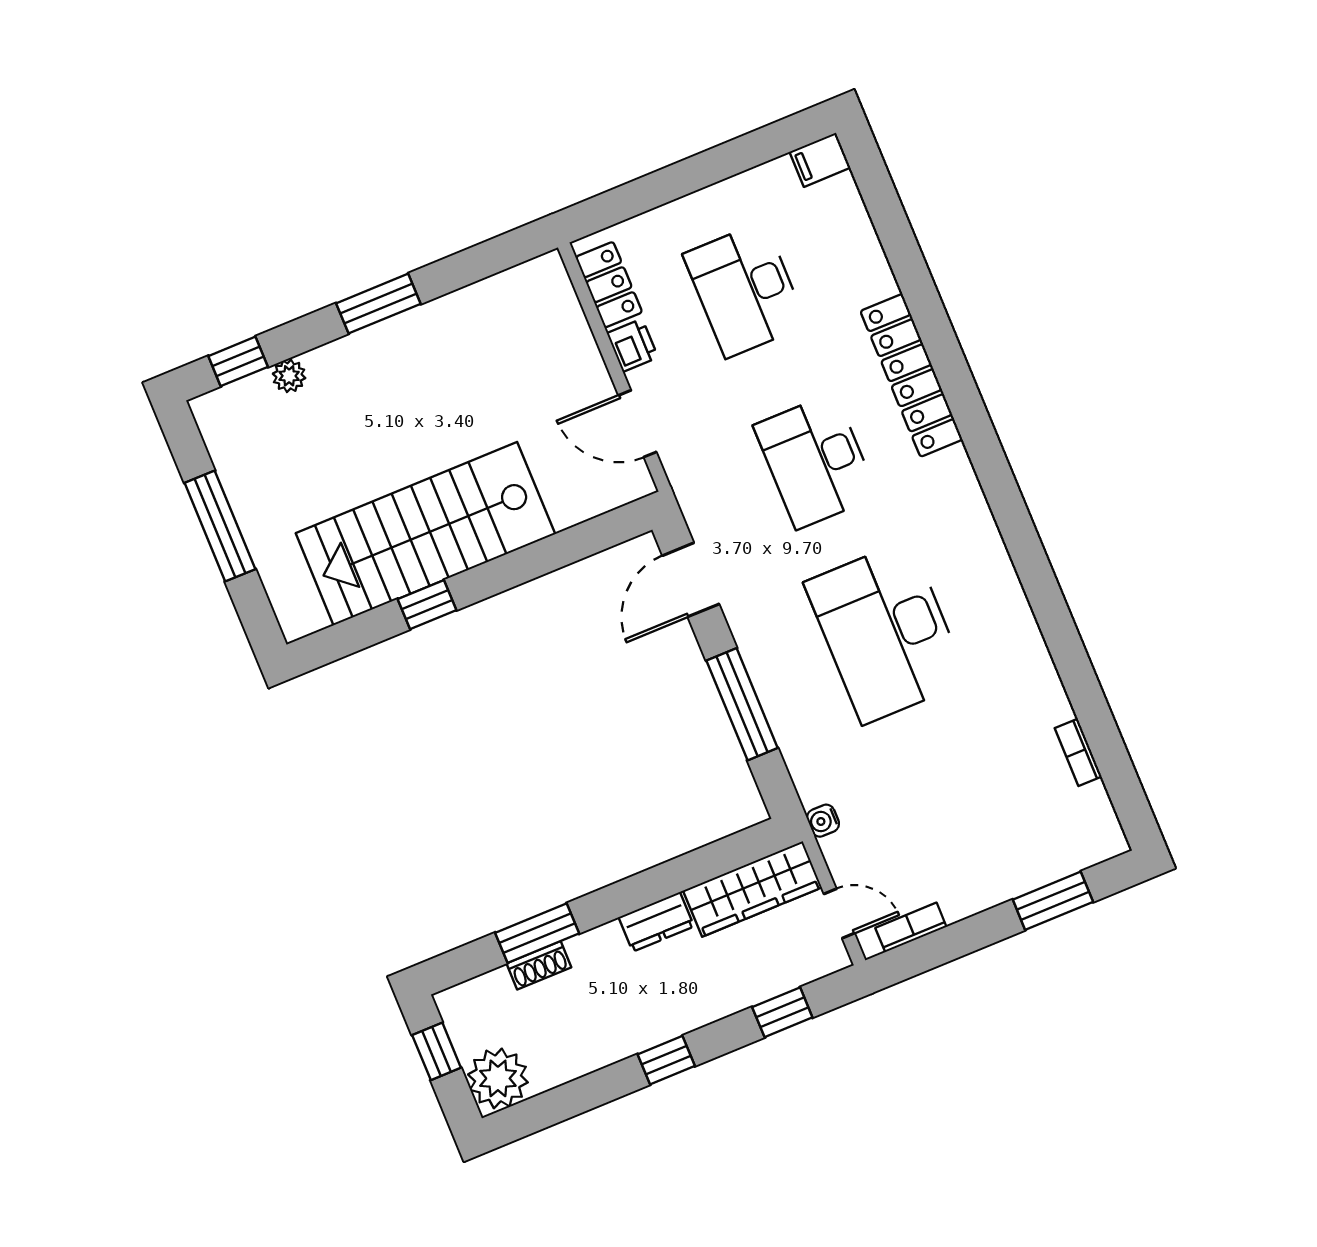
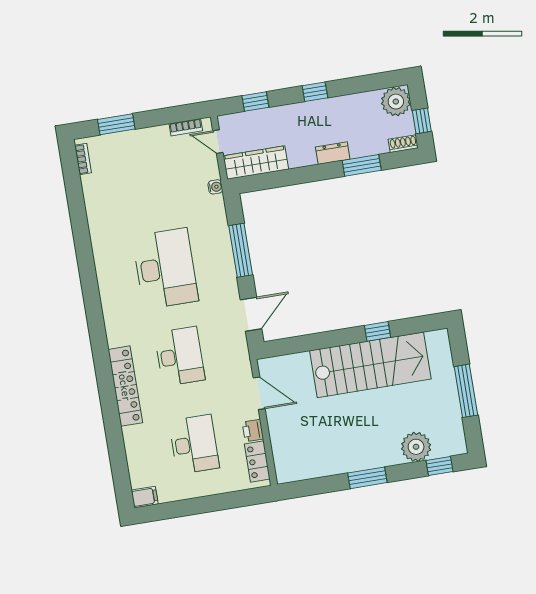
plant: (289, 376) -> (416, 447), width x1.88, depth x1.88
bookcase: (1078, 752) -> (83, 159), moved
dresser: (656, 922) -> (333, 153), moved
shoe rack: (539, 965) -> (403, 144), moved

